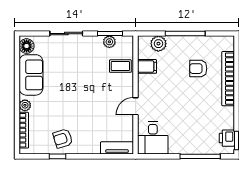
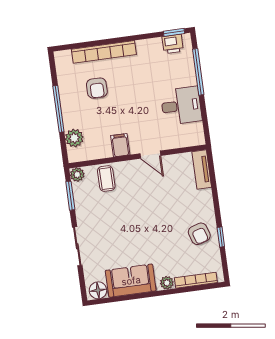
plant: (109, 42) -> (77, 174), moved
filing cabinet: (147, 66) -> (120, 145), moved
desk: (153, 138) -> (181, 106), moved

